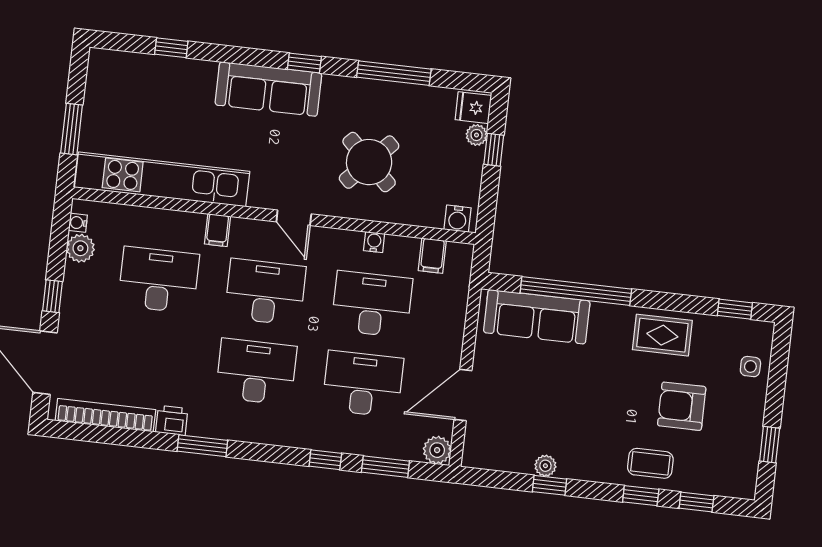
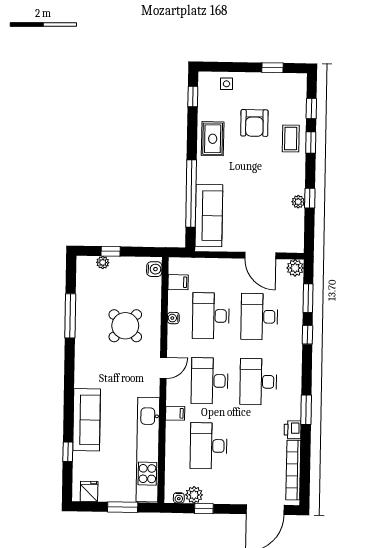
window: (304, 63) -> (69, 371), removed
sofa: (268, 89) -> (87, 420), moved
fridge: (473, 108) -> (89, 491), moved, turned 180
window: (53, 296) -> (204, 509), moved

